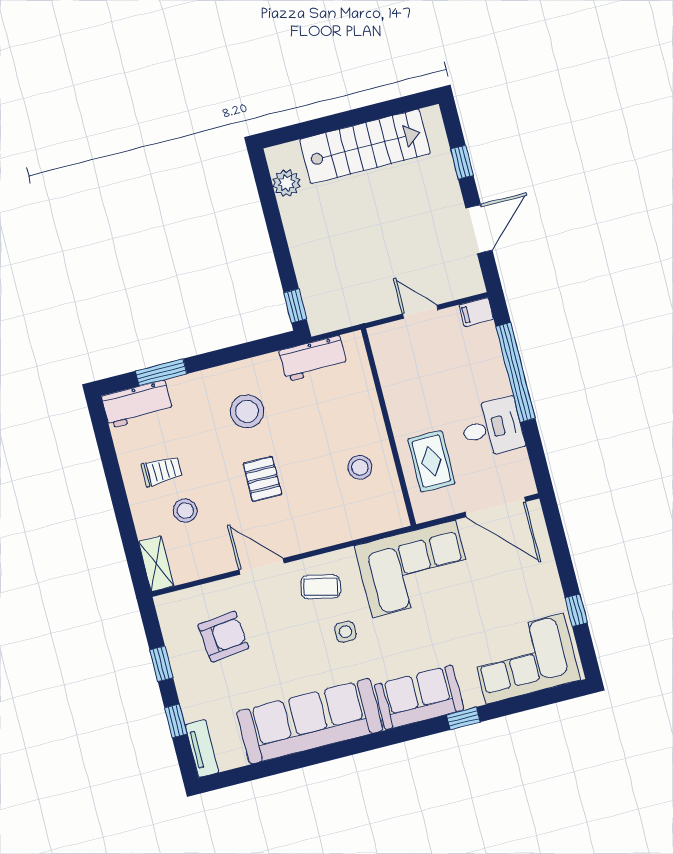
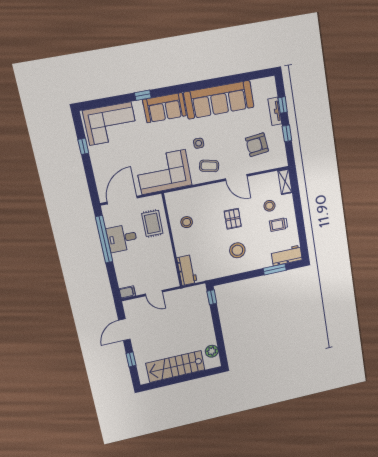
workbench: (313, 359) -> (187, 270), moved, turned 90
window: (516, 372) -> (104, 239), moved
door: (495, 507) -> (122, 200), hinge flipped
tv unit: (202, 748) -> (275, 111), moved

